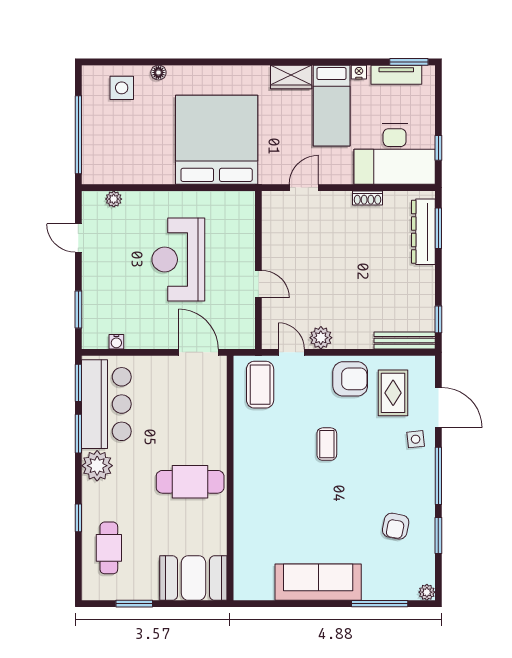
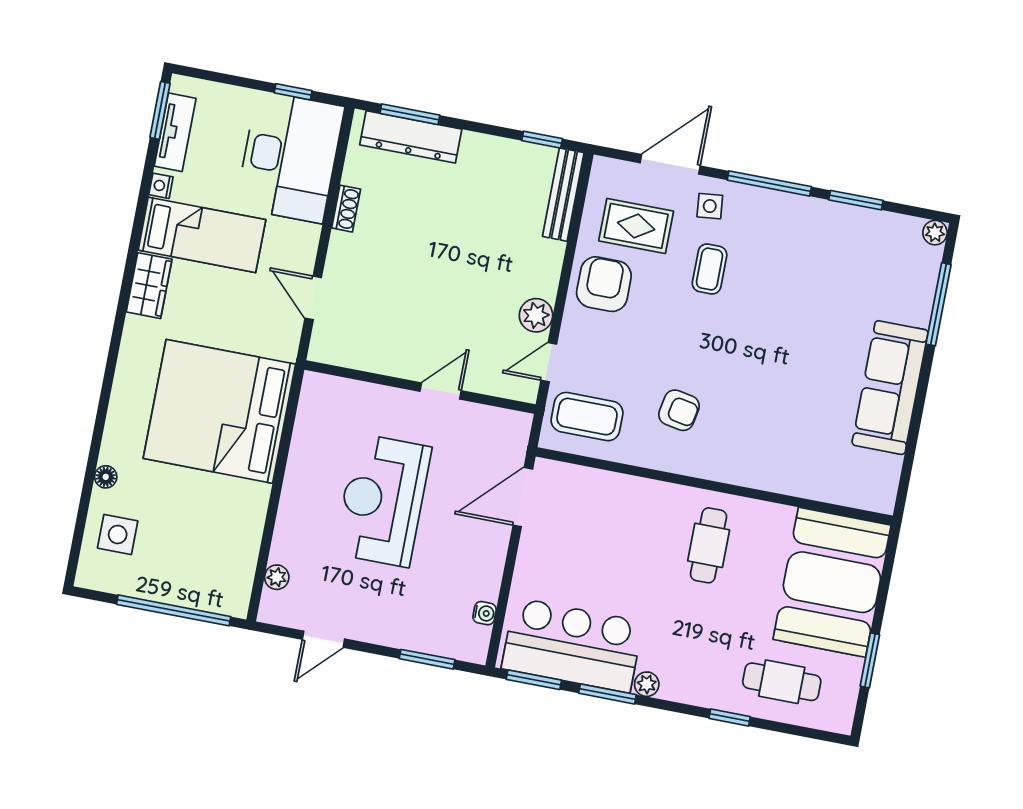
reception desk: (178, 260) -> (383, 500), turned 90
coffee table: (327, 444) -> (710, 269), moved, turned 90
plant: (97, 466) -> (647, 684), width x0.53, depth x0.53
cafe table: (190, 482) -> (709, 545), width x0.73, depth x0.74
armchair: (396, 526) -> (679, 410), moved
booth: (193, 578) -> (832, 582), width x1.36, depth x1.42

